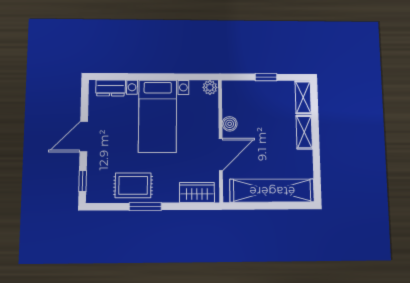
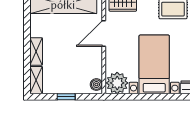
plant: (210, 87) -> (117, 83), width x1.88, depth x1.88
boiler: (230, 124) -> (96, 85), moved

